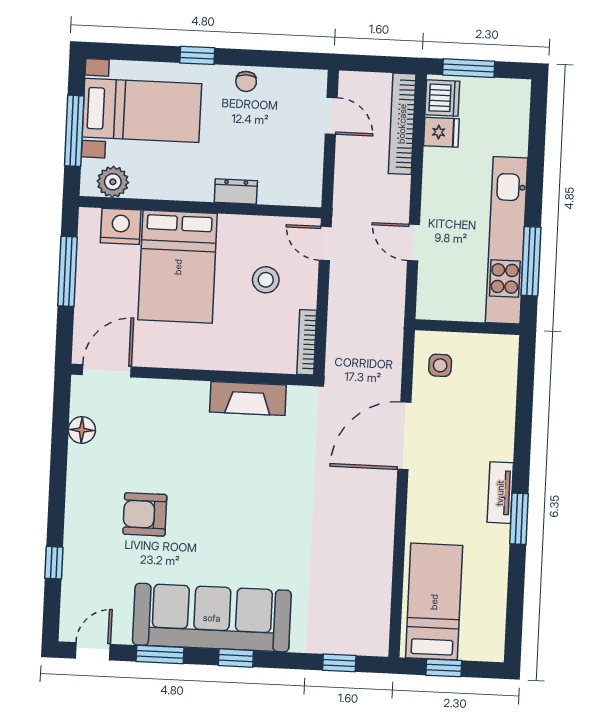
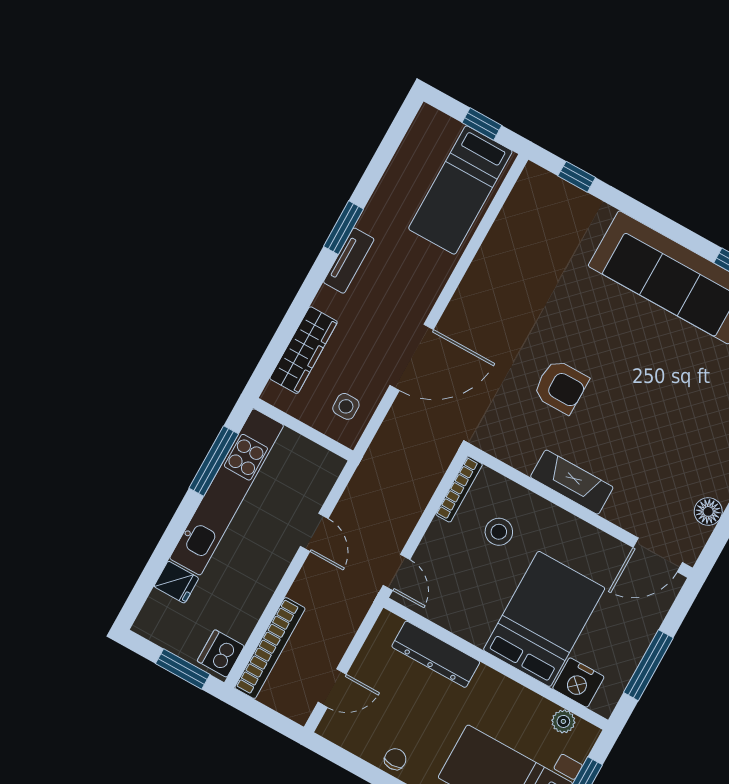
door: (331, 116) -> (332, 688), swing flipped
fridge: (441, 132) -> (176, 582), moved, turned 180
plant: (113, 182) -> (563, 721), width x0.73, depth x0.73
dresser: (236, 191) -> (436, 654), width x1.96, depth x1.24
stool: (266, 280) -> (499, 532), moved
wardrobe: (501, 396) -> (304, 350), added
fireplace: (248, 398) -> (572, 482), moved
armchair: (145, 514) -> (561, 387), moved
window: (236, 658) -> (670, 229), removed

